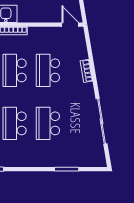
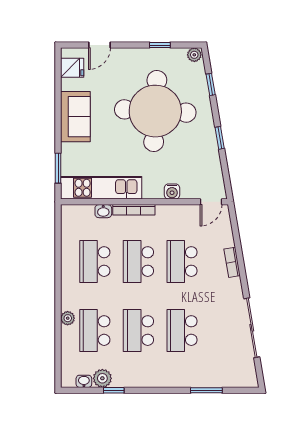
water cooler: (40, 17) -> (172, 191), added
door: (70, 25) -> (211, 202), swing flipped

